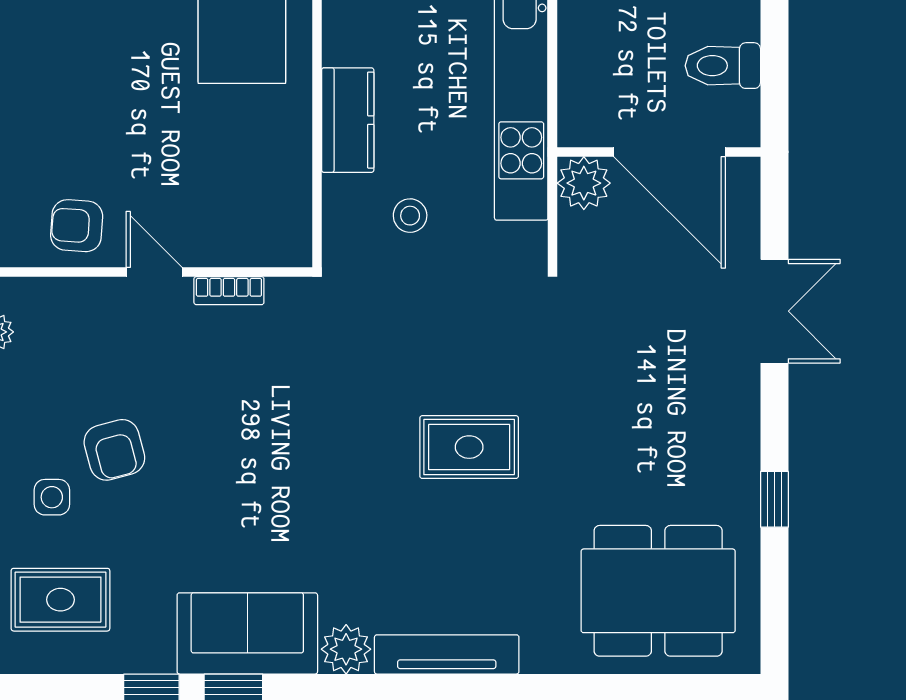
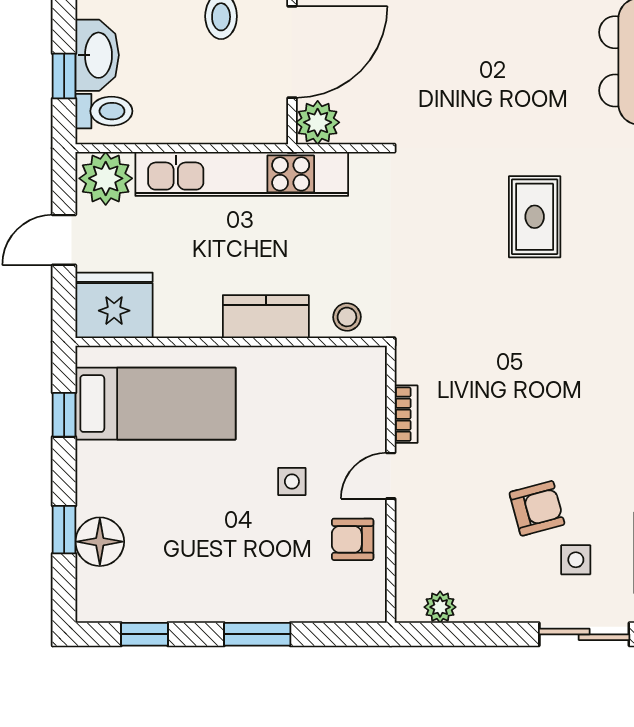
side table: (147, 152) -> (292, 482), added
stool: (410, 216) -> (347, 317), moved
armchair: (77, 226) -> (353, 539), turned 86

